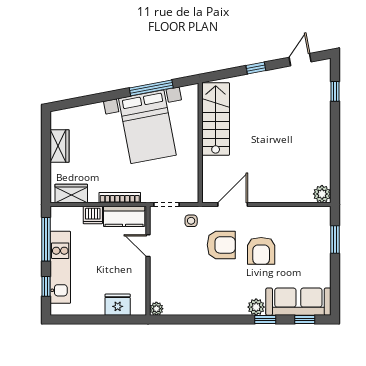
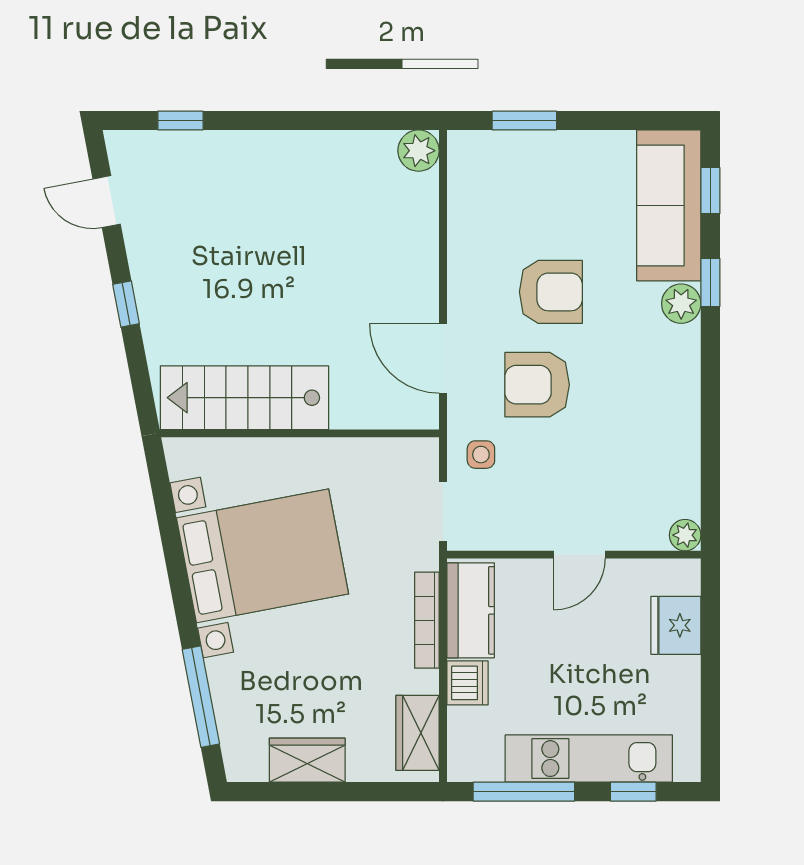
window: (151, 88) -> (201, 697), moved
armchair: (221, 245) -> (537, 385), turned -90
door: (148, 246) -> (579, 555), moved

